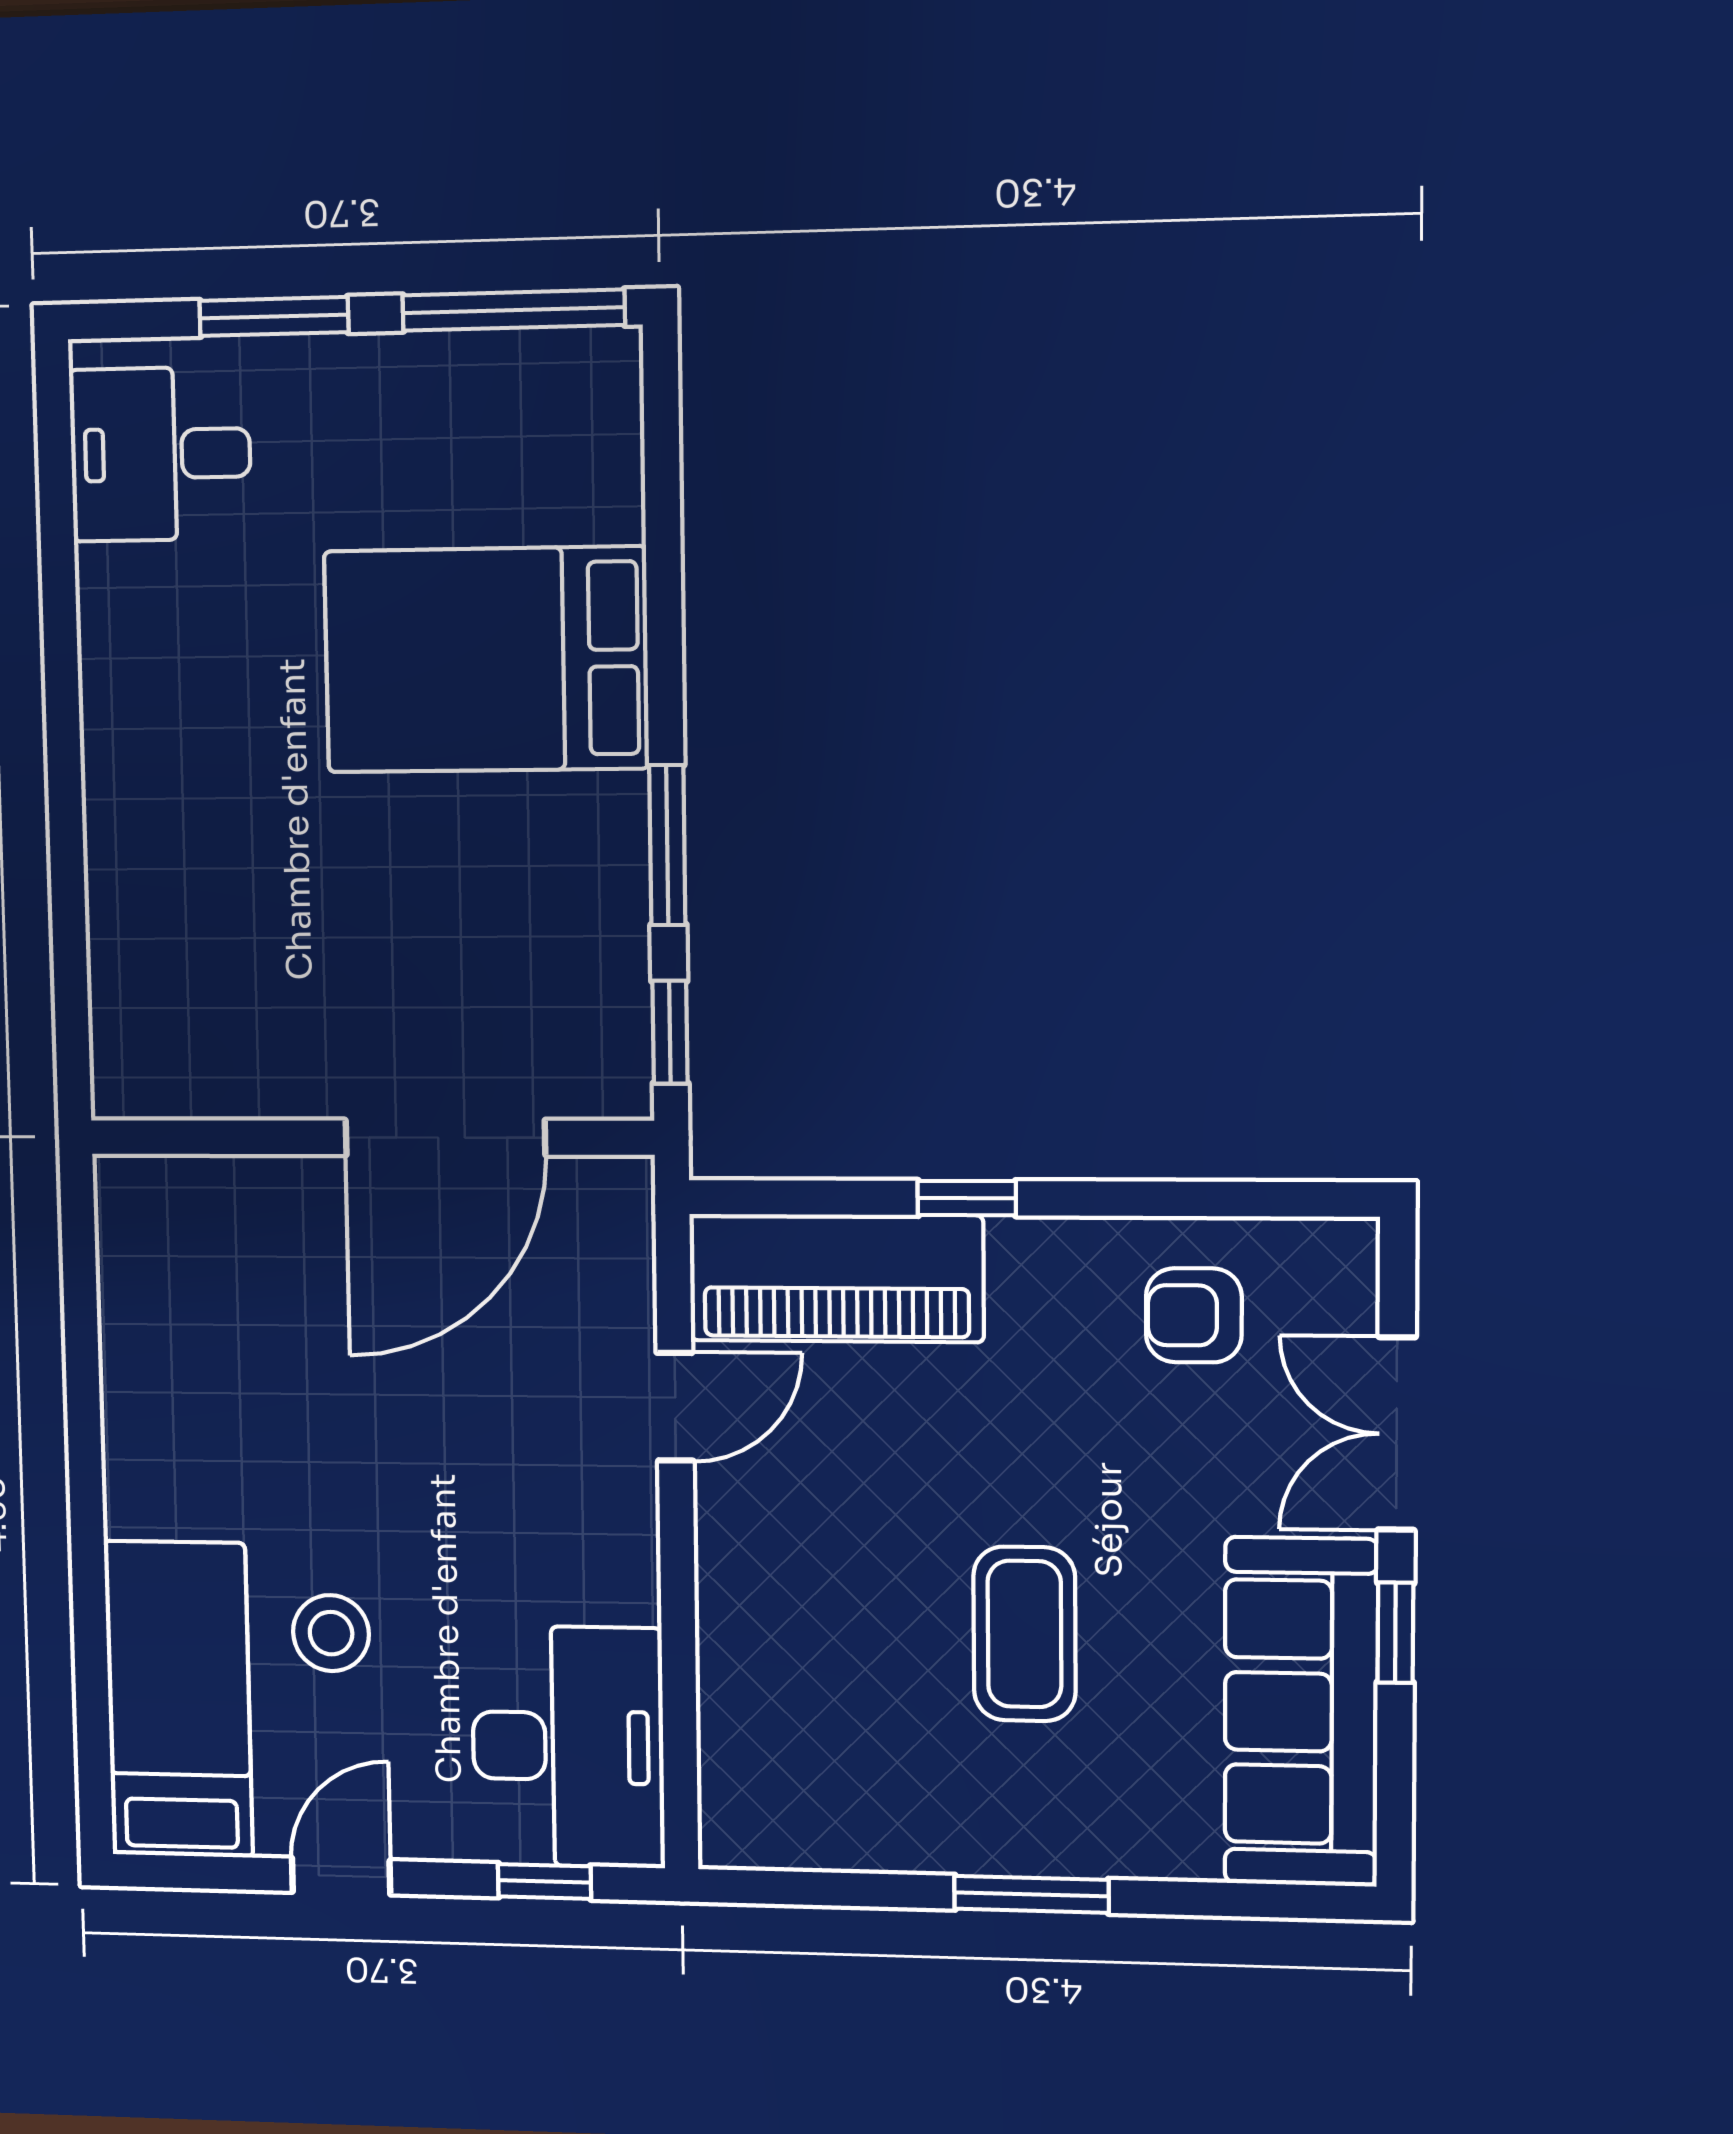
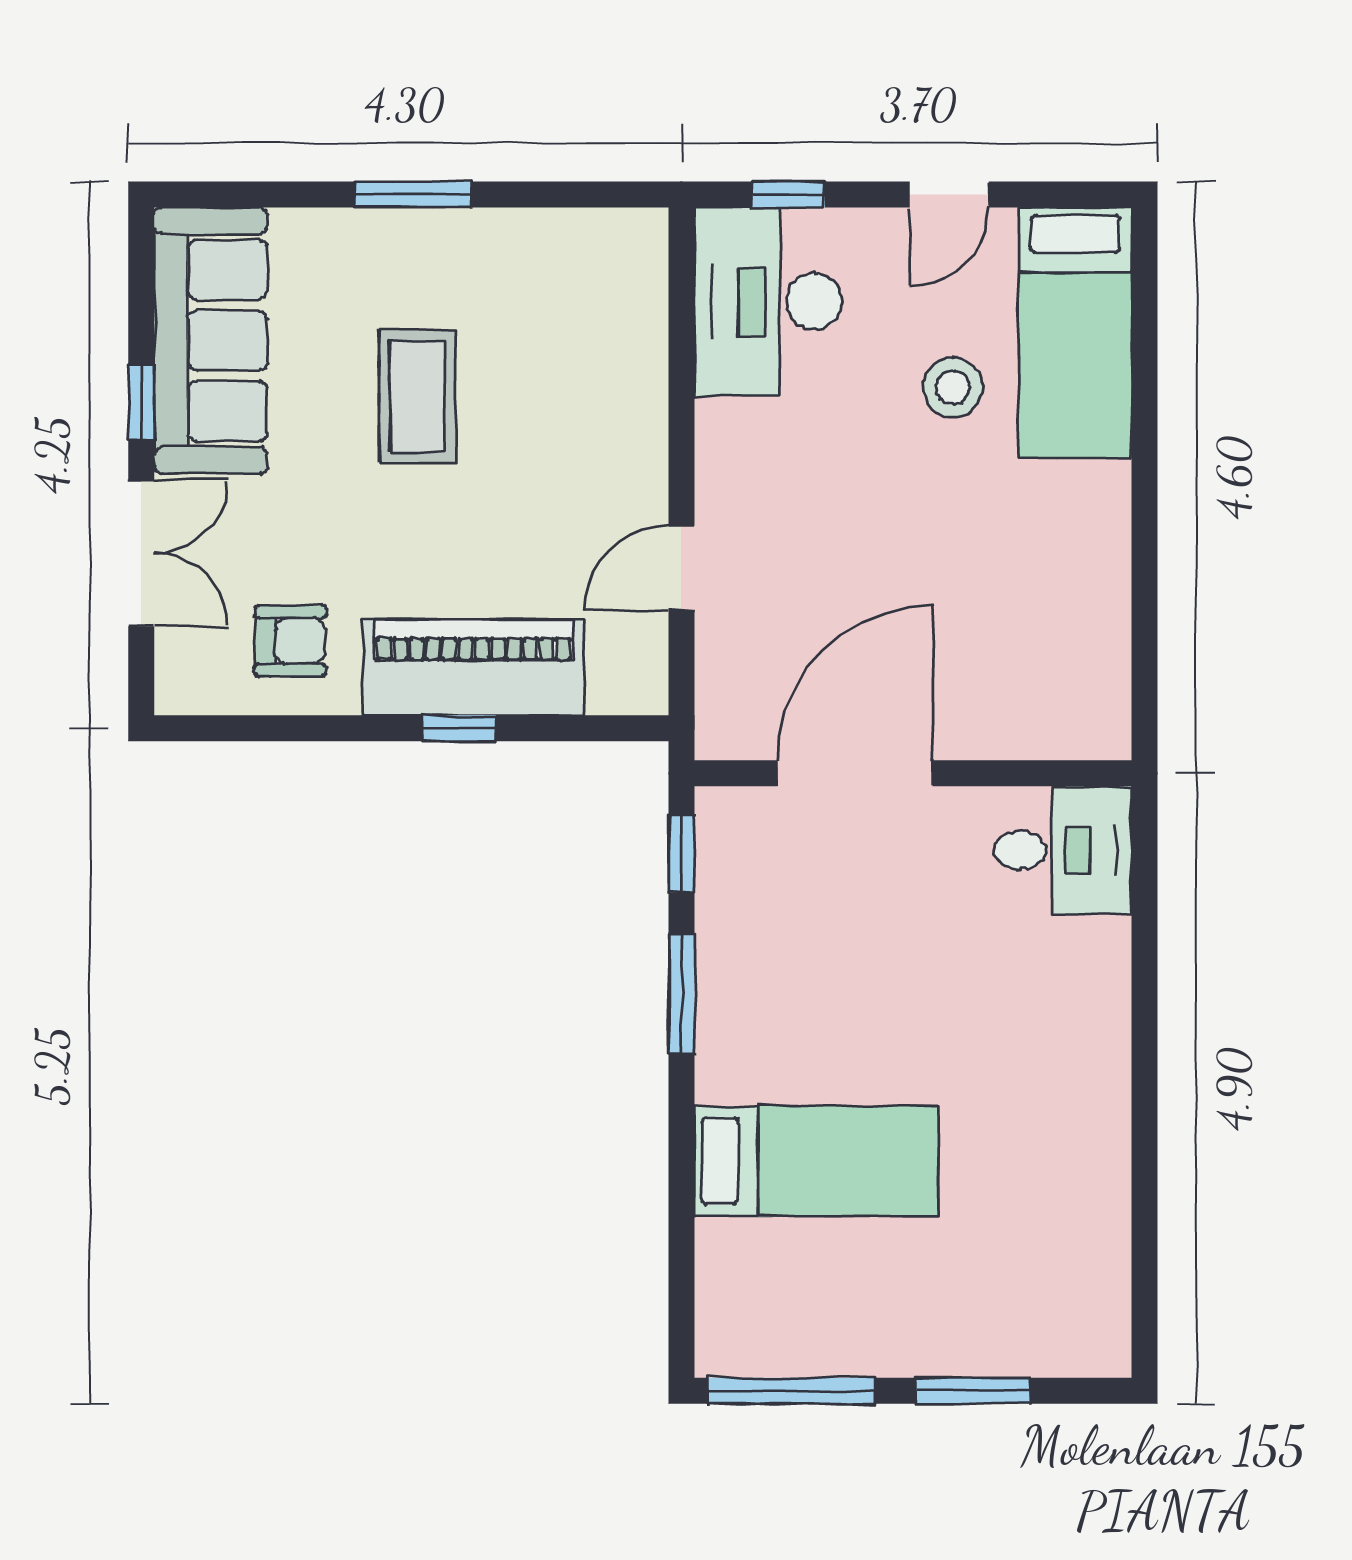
desk: (160, 454) -> (1063, 850), moved
bed: (486, 660) -> (817, 1161), width x0.67
piano: (836, 1278) -> (474, 667), moved

